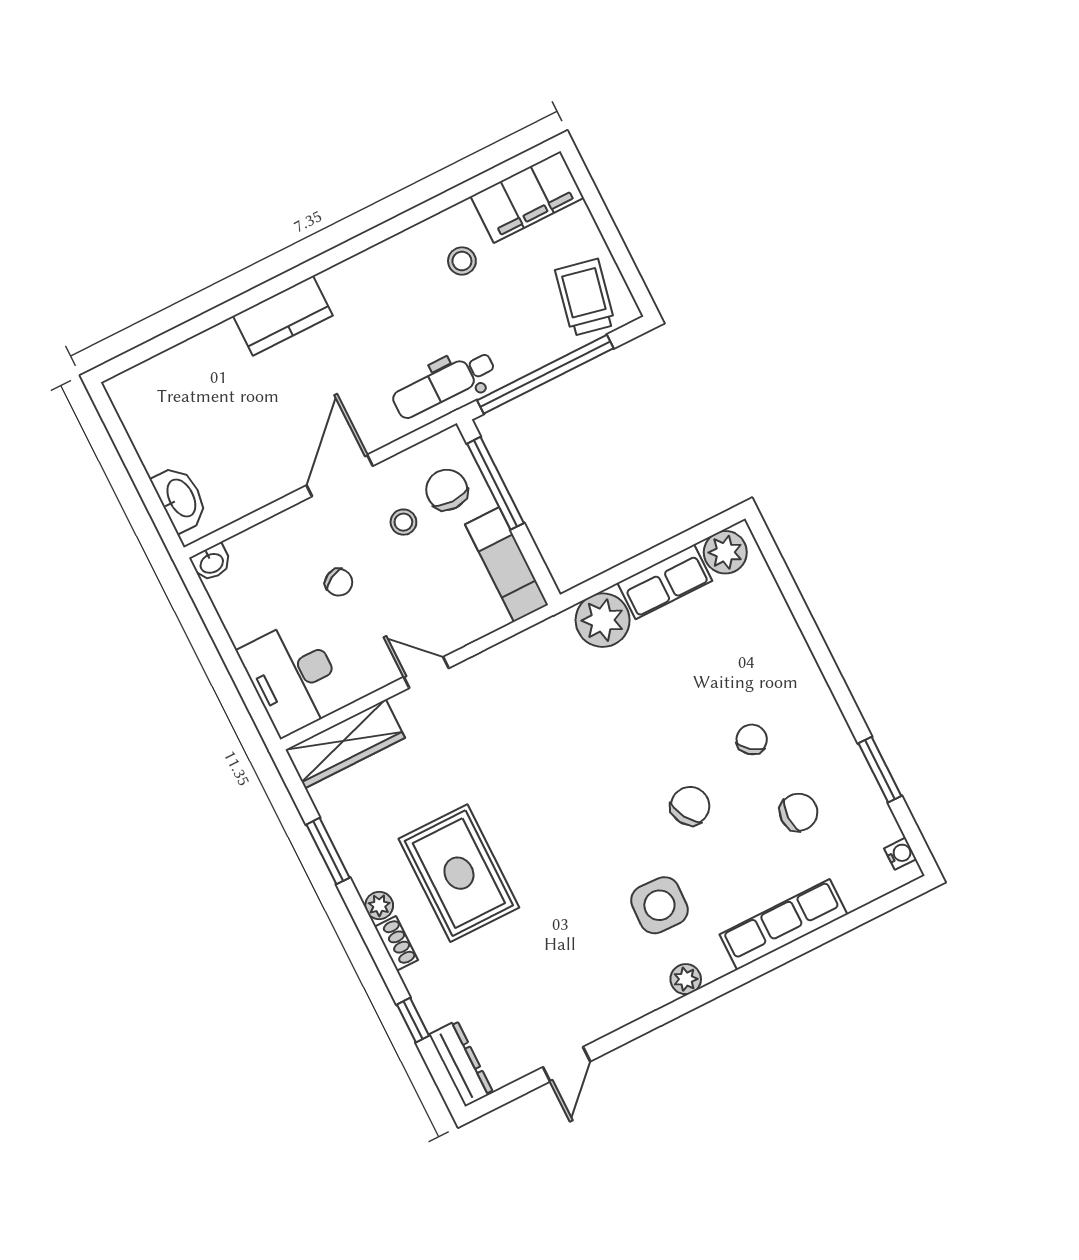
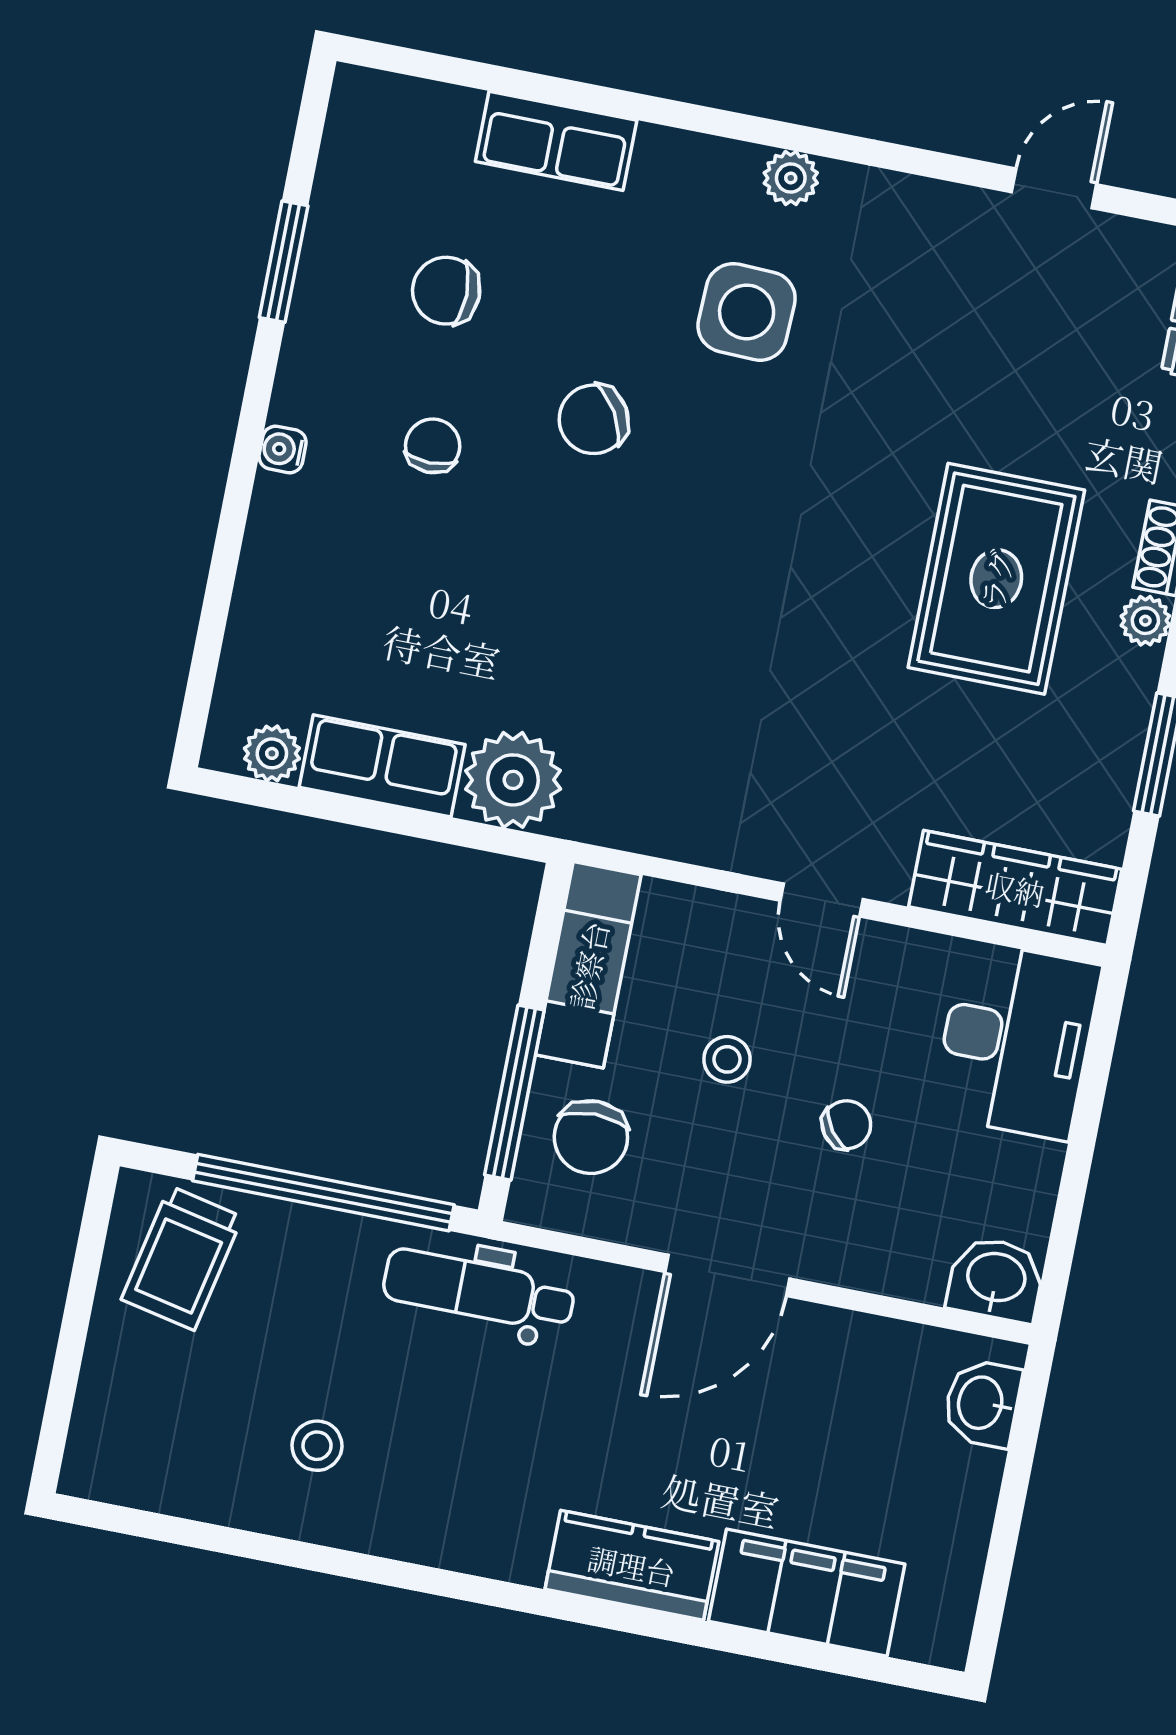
filing cabinet: (527, 197) -> (807, 1593), moved
dental chair: (444, 384) -> (479, 1290), turned 180
washbasin: (180, 499) -> (982, 1403), width x0.72
stool: (403, 522) -> (727, 1059), moved
plant: (725, 552) -> (272, 753), width x0.73, depth x0.73
washbasin: (211, 563) -> (996, 1279), width x1.38, depth x1.45
chair: (339, 582) -> (846, 1125), turned 82
chair: (752, 739) -> (433, 446), turned 142
water cooler: (900, 854) -> (283, 449), moved
row of seats: (784, 924) -> (556, 141), width x0.68

